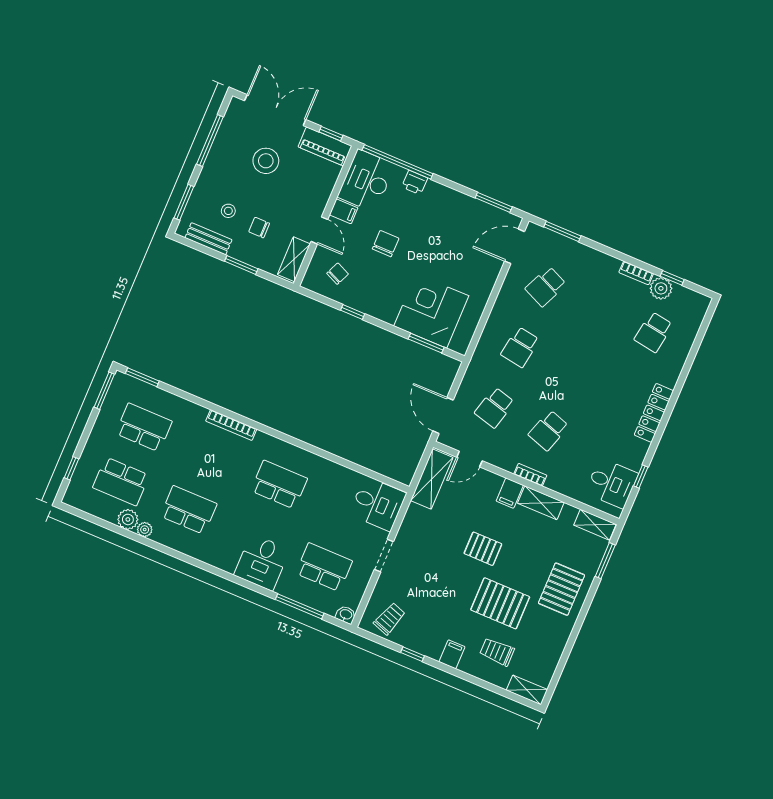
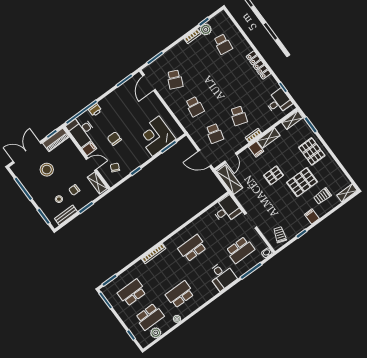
plant: (128, 519) -> (156, 333), moved
school desk: (324, 567) -> (240, 250), turned 180

